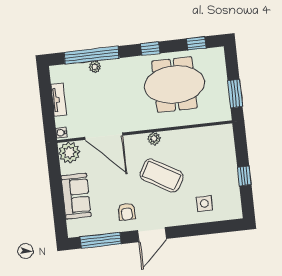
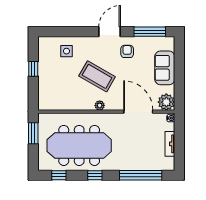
plant: (95, 67) -> (139, 166), removed
meeting table: (175, 84) -> (79, 145), width x1.36

